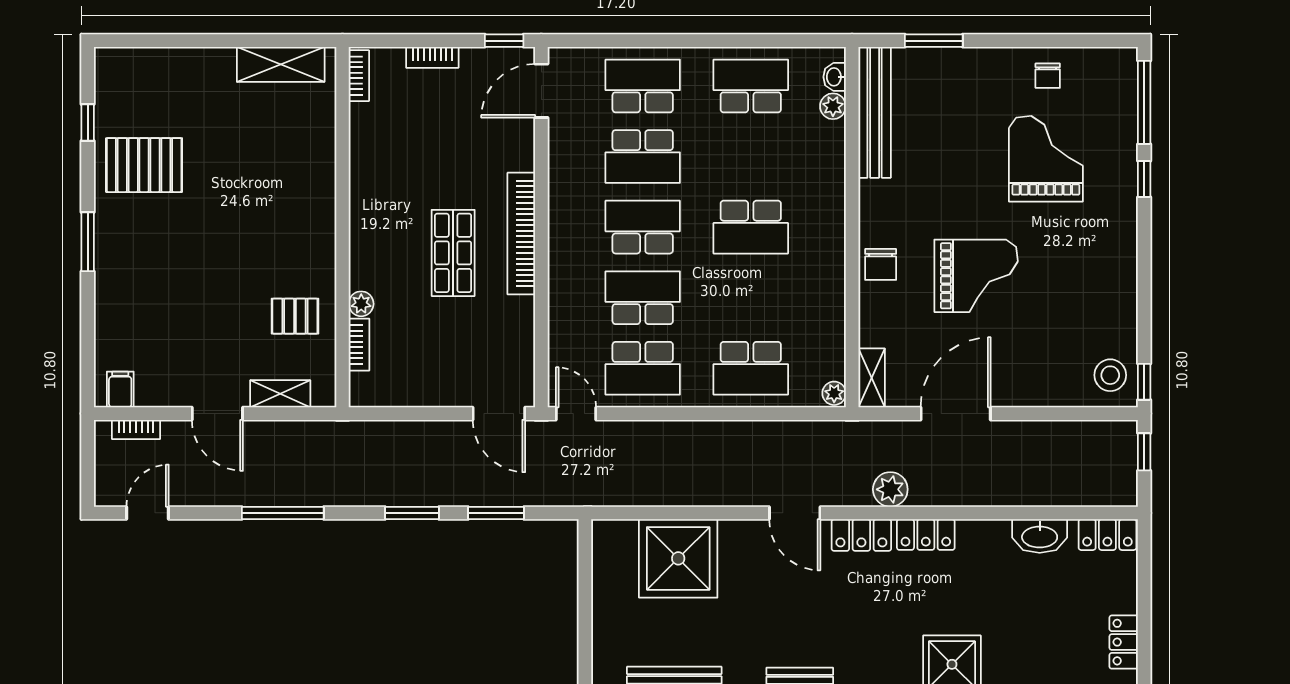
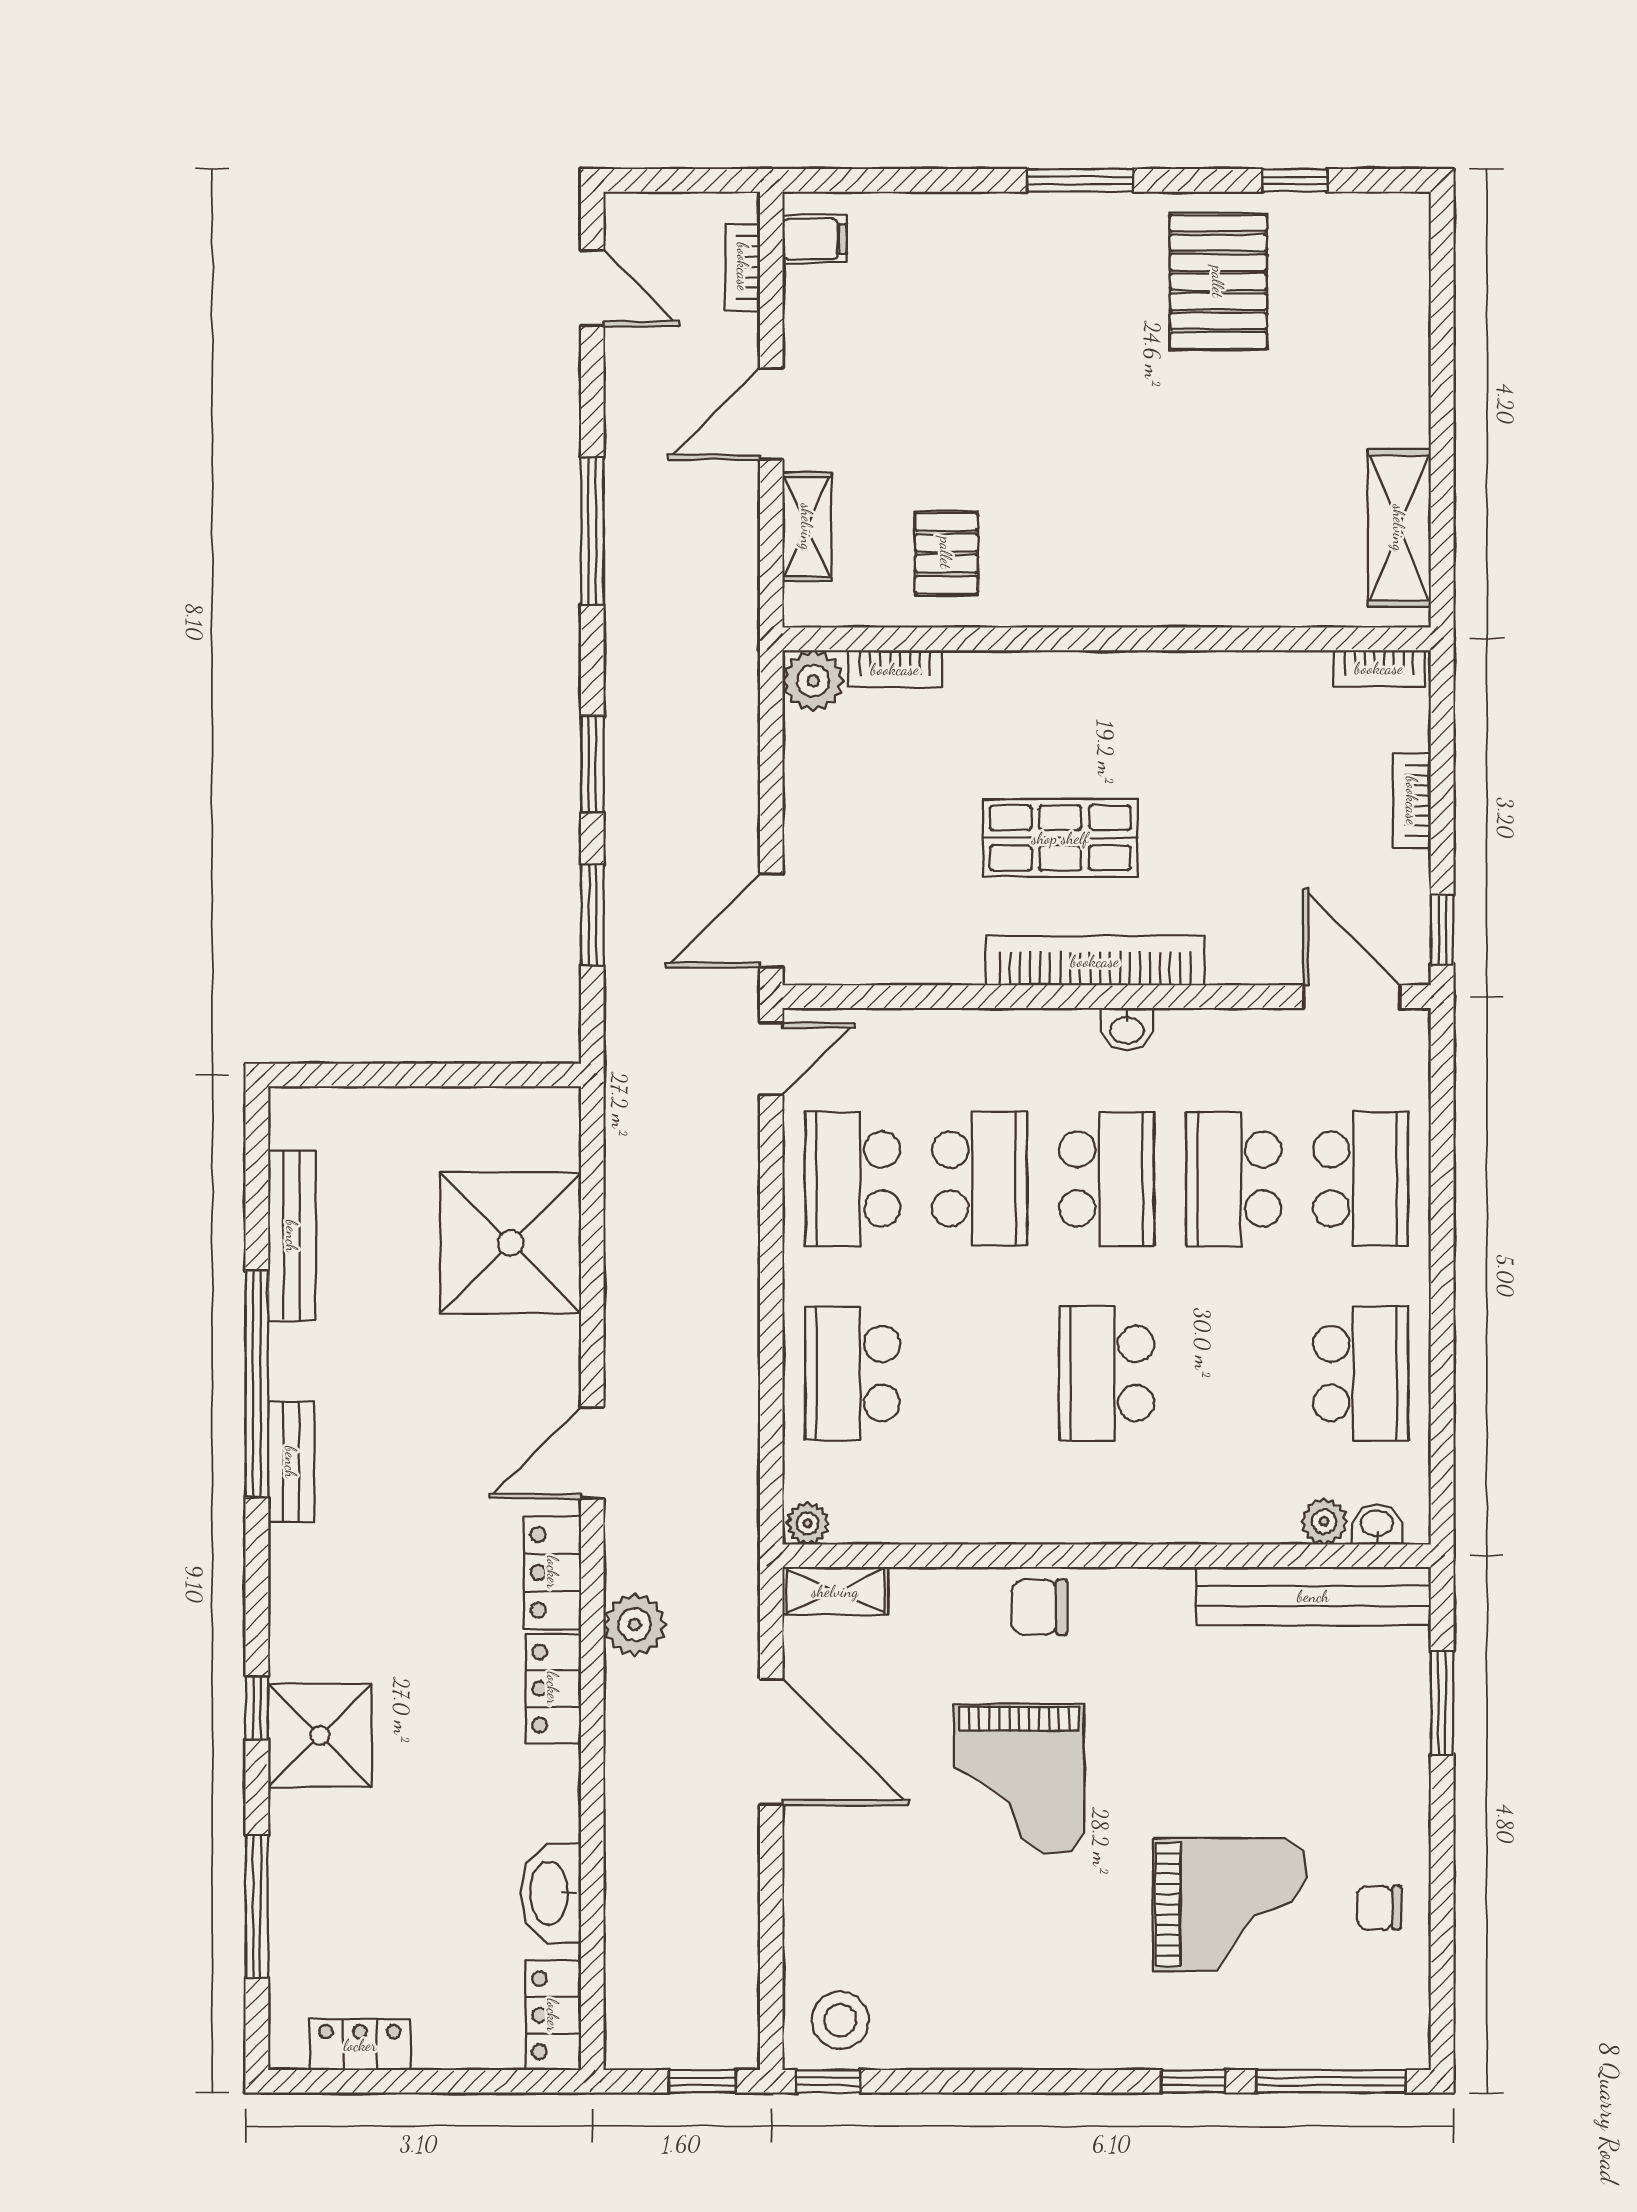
washbasin: (559, 216) -> (1127, 1029), added
plant: (361, 304) -> (813, 681), moved, width x1.38, depth x1.38

